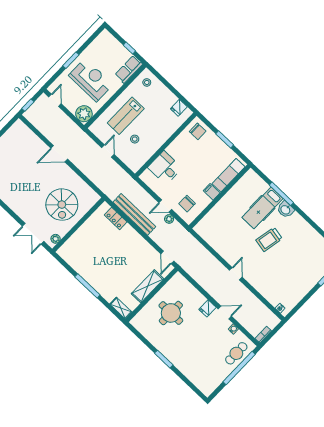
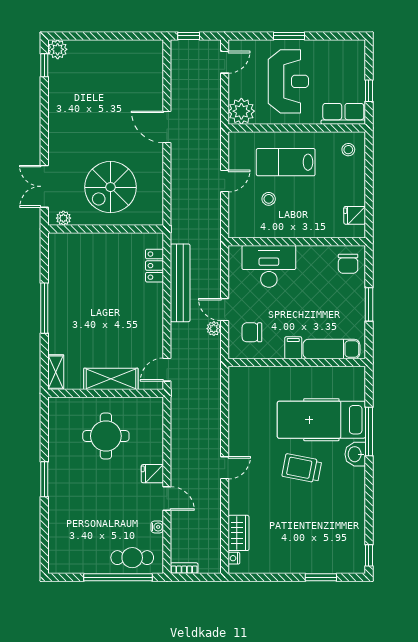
desk: (165, 168) -> (269, 266), width x1.37
hospital bed: (262, 208) -> (321, 420), width x1.37, depth x1.29
wardrobe: (271, 295) -> (239, 533), added

